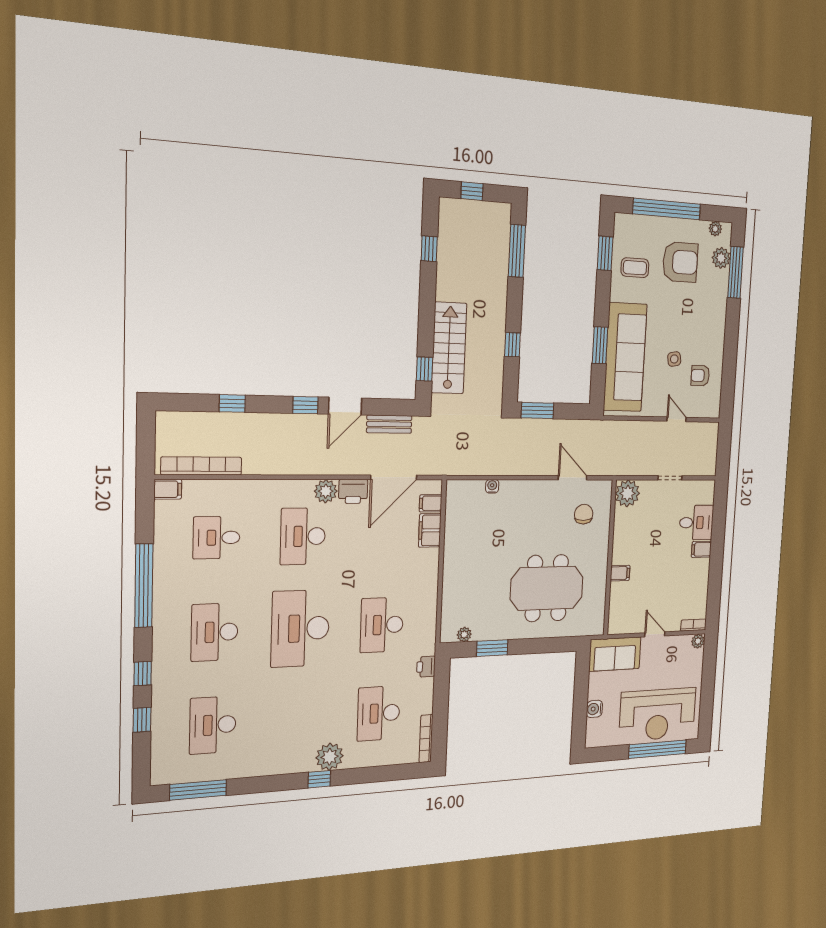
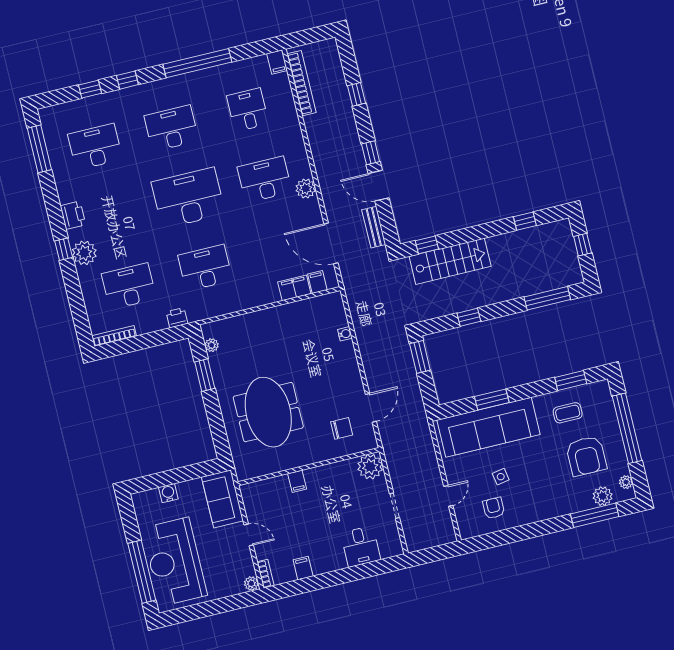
coffee table: (635, 268) -> (568, 413), turned 90
printer: (353, 491) -> (73, 215), moved, turned 180
filing cabinet: (701, 549) -> (303, 568), moved
door: (655, 634) -> (249, 535), hinge flipped

